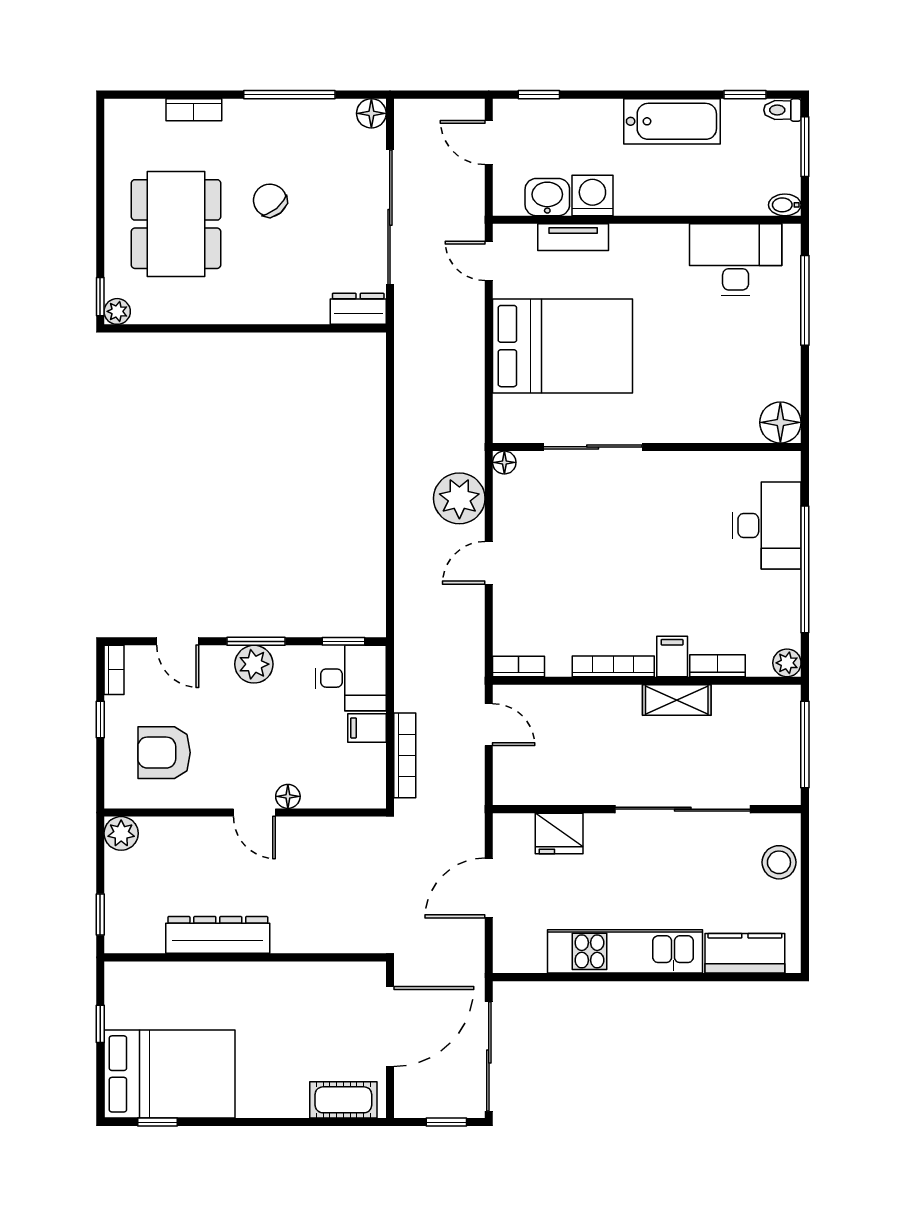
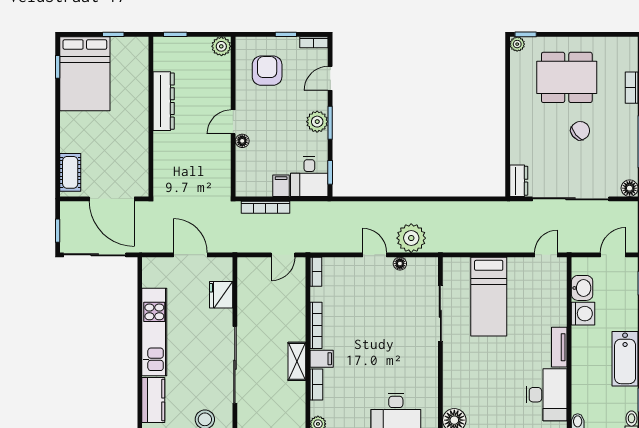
tv unit: (573, 237) -> (559, 347), moved
bed: (563, 346) -> (489, 297), width x0.67
floor lamp: (504, 462) -> (400, 264), moved

